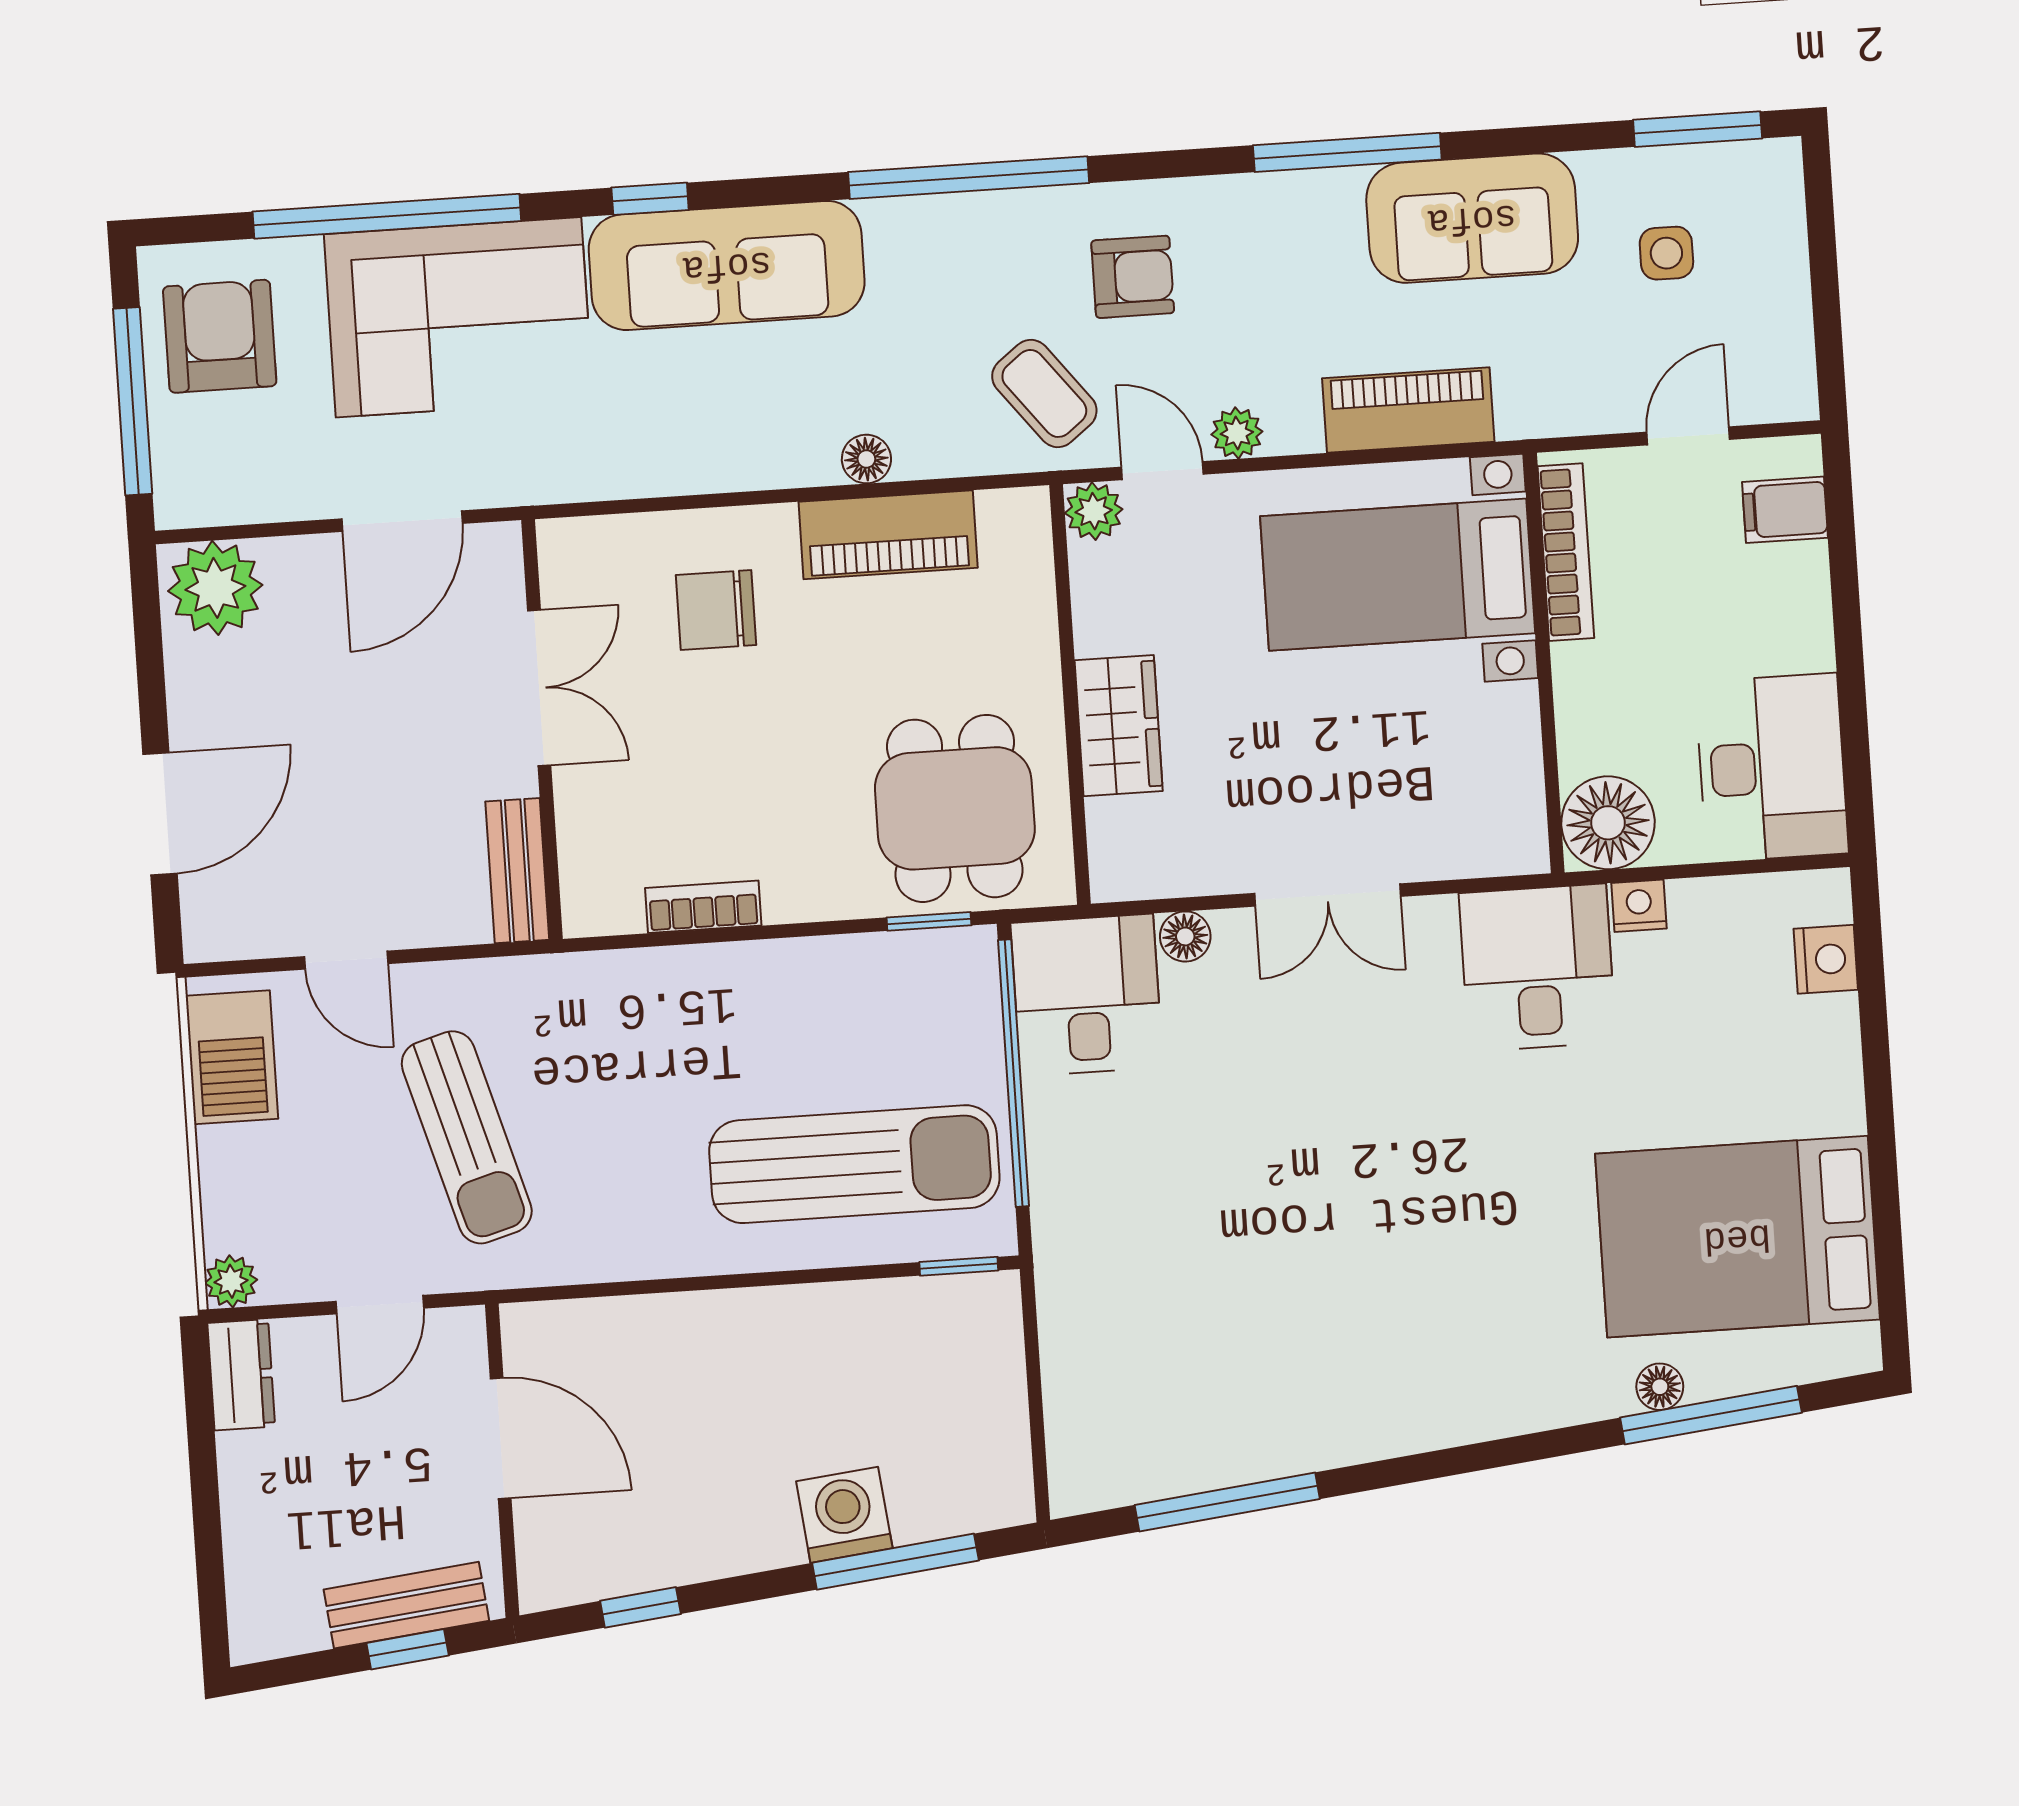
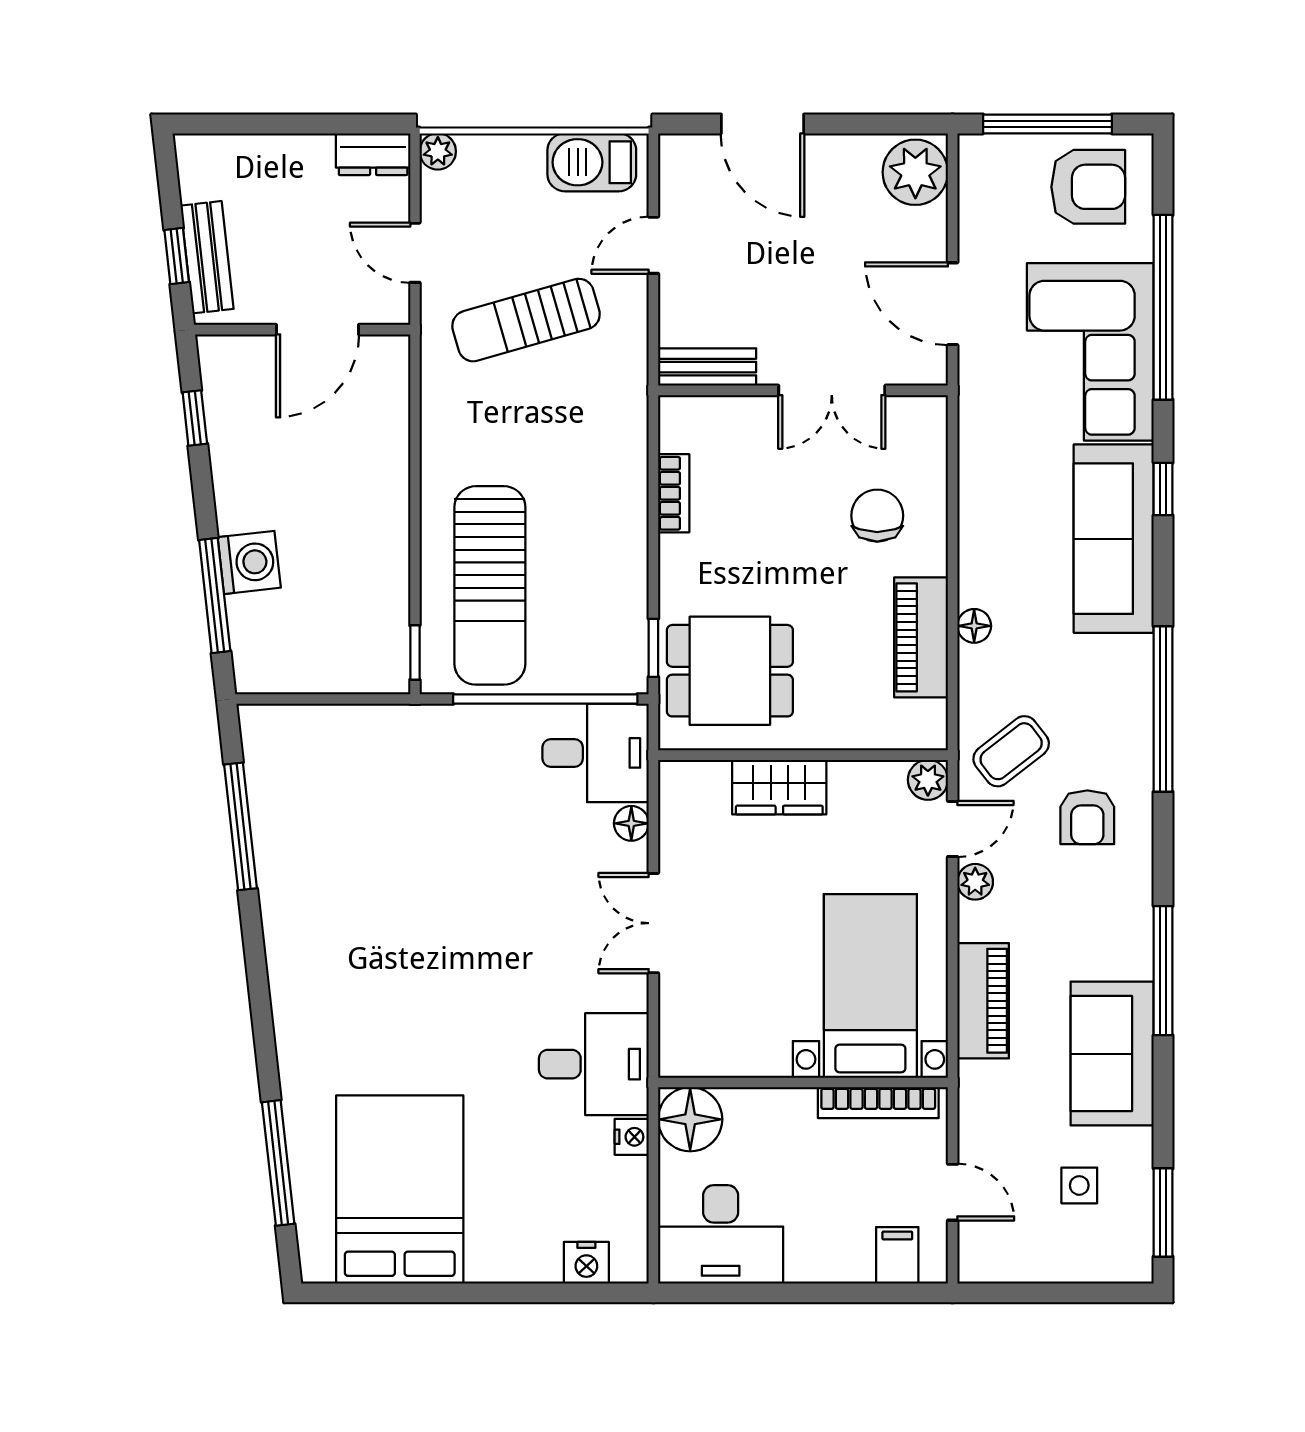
floor lamp: (1660, 1387) -> (300, 1129), removed

